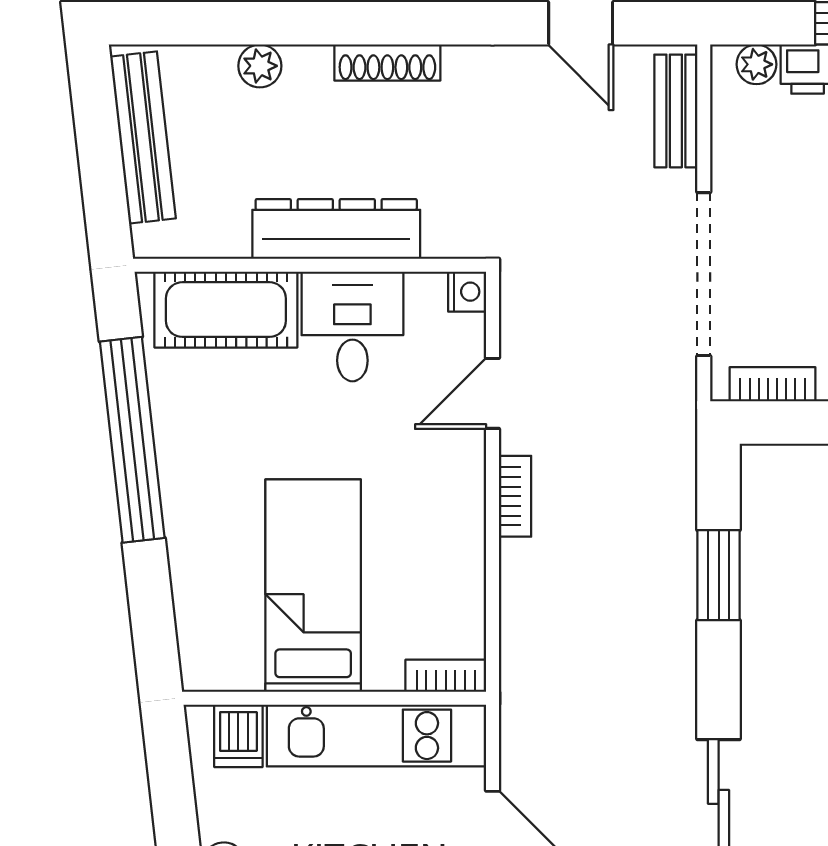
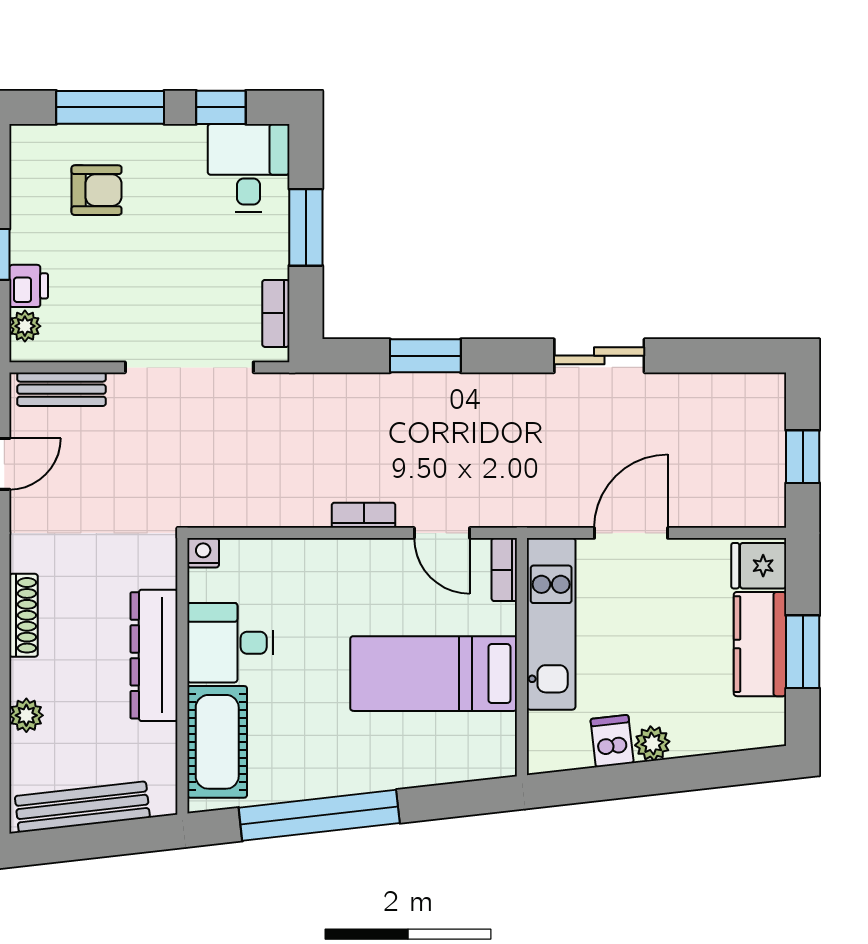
door: (492, 393) -> (442, 533), moved
dishwasher: (238, 736) -> (612, 741), moved, turned -96

